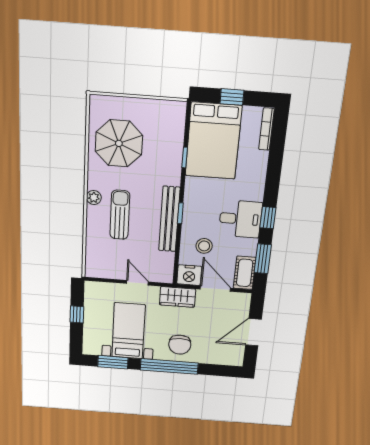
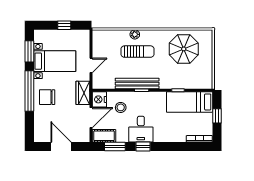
bed: (213, 141) -> (190, 102), width x0.67
plant: (94, 197) -> (135, 34), moved

